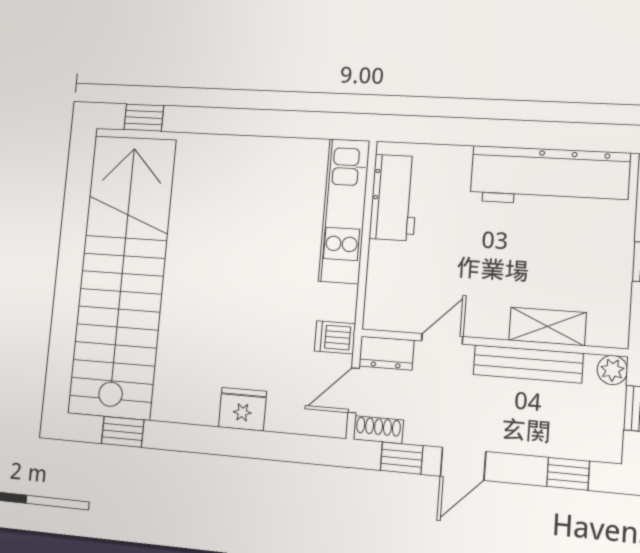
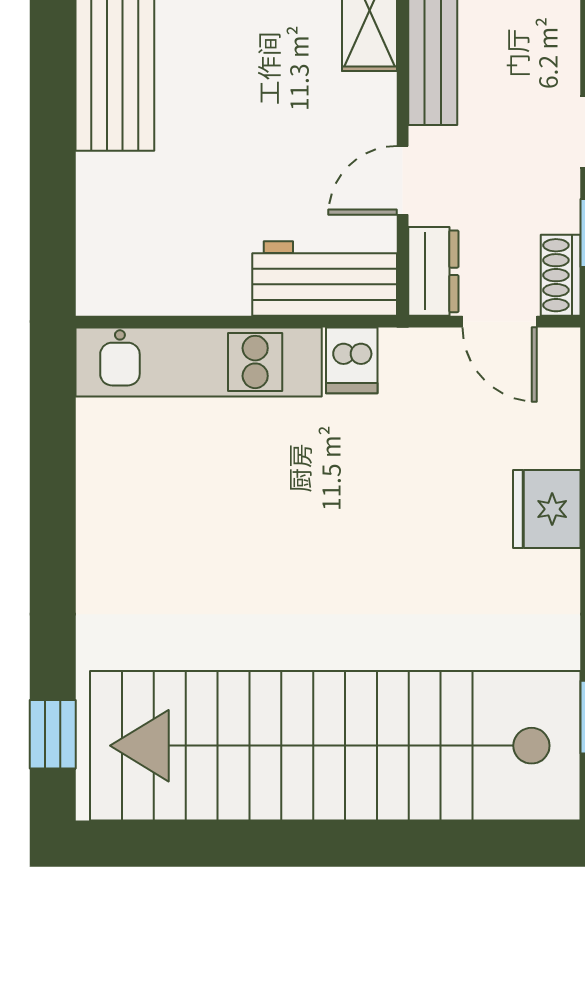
workbench: (394, 198) -> (325, 278), moved
dishwasher: (335, 337) -> (352, 360), moved
door: (442, 339) -> (403, 180), hinge flipped

